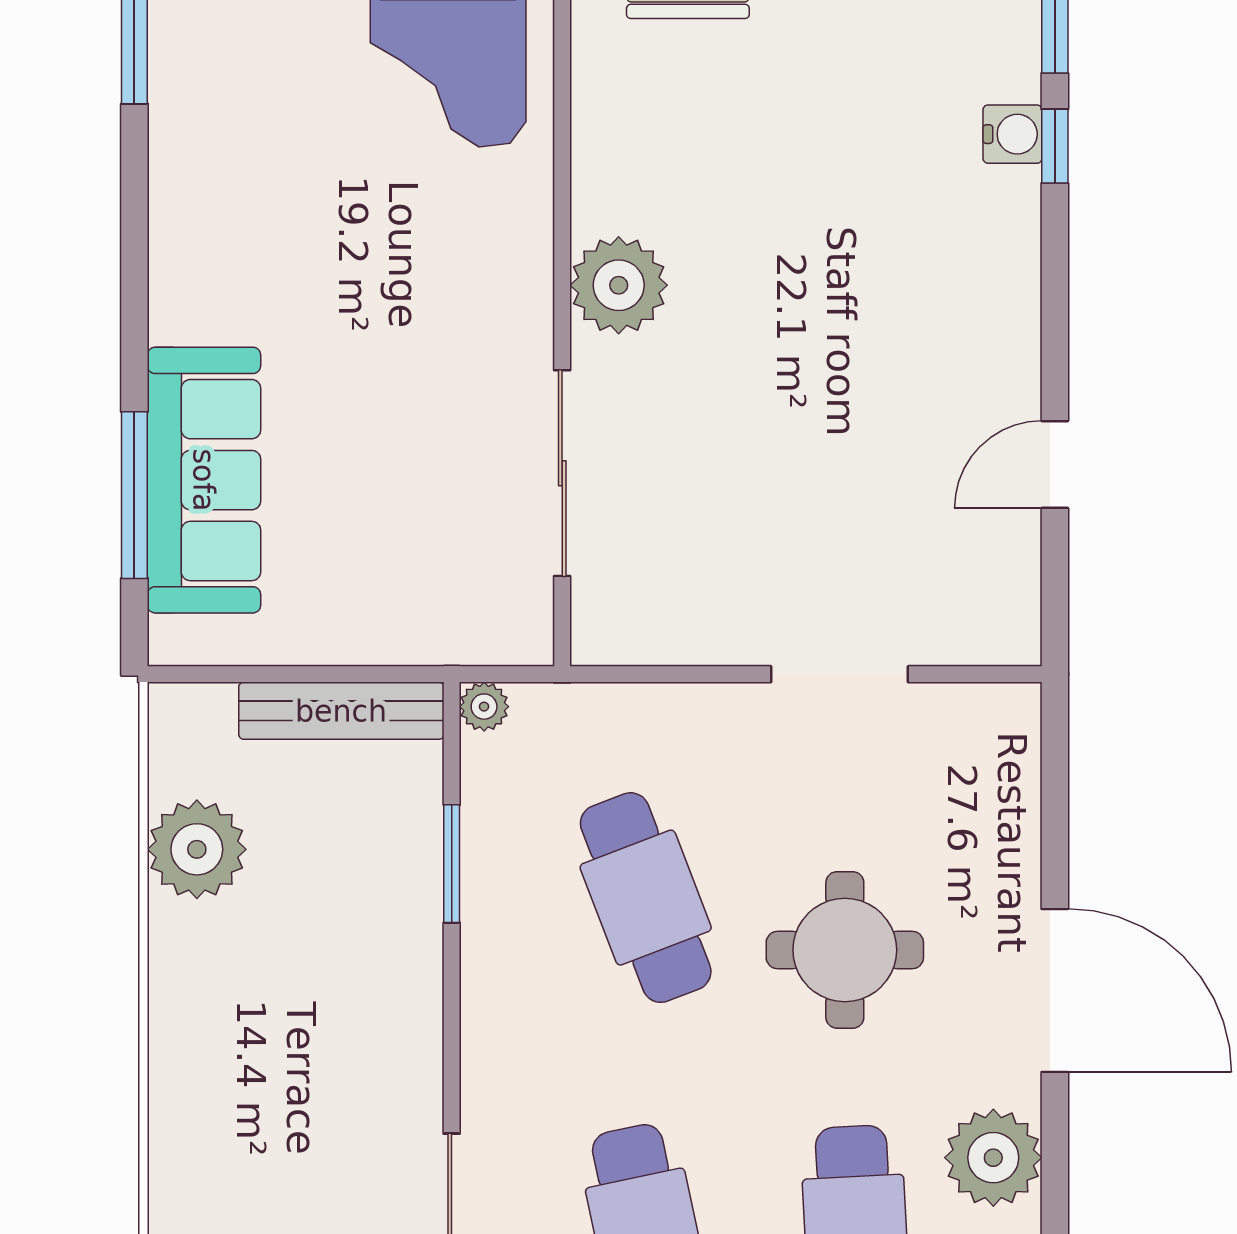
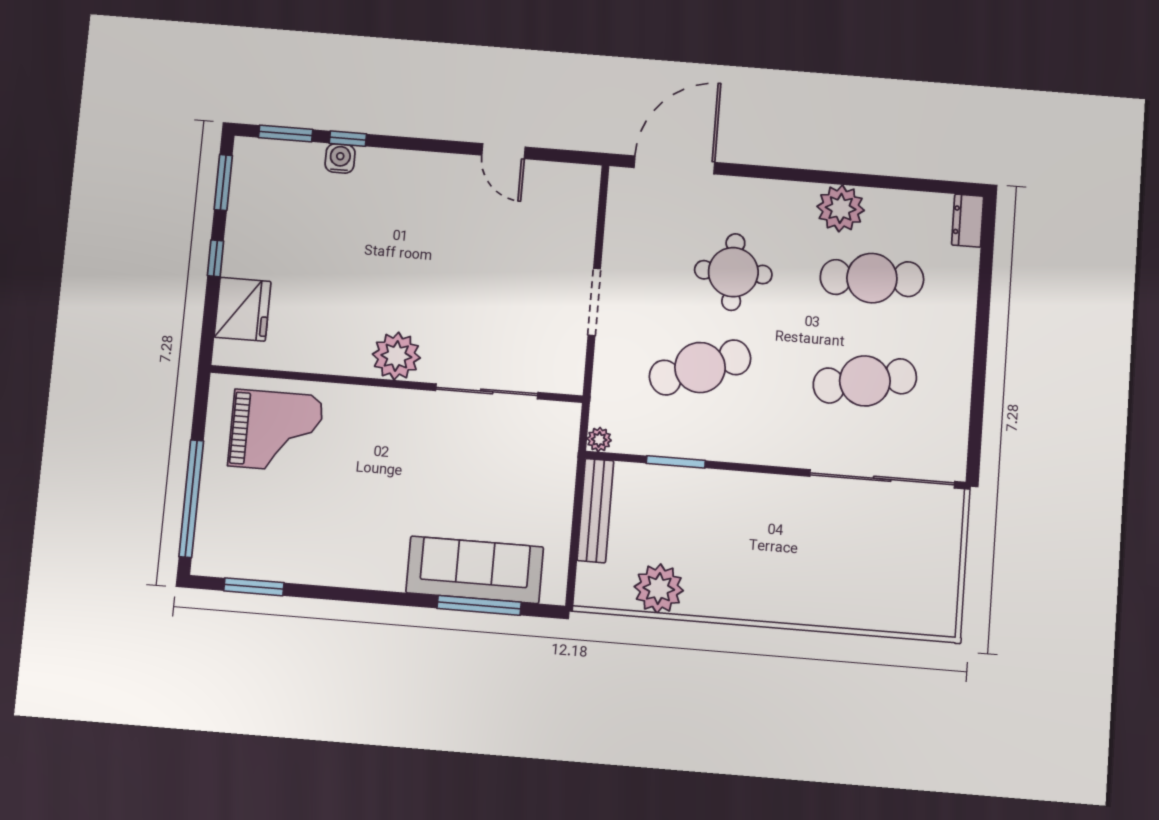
doorway: (840, 674) -> (594, 302), moved
door: (1055, 991) -> (674, 165), moved

